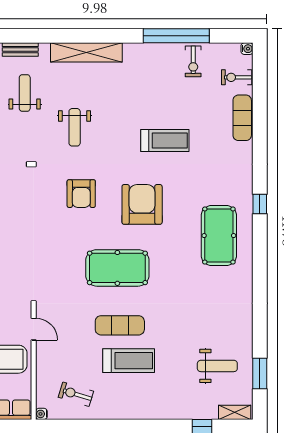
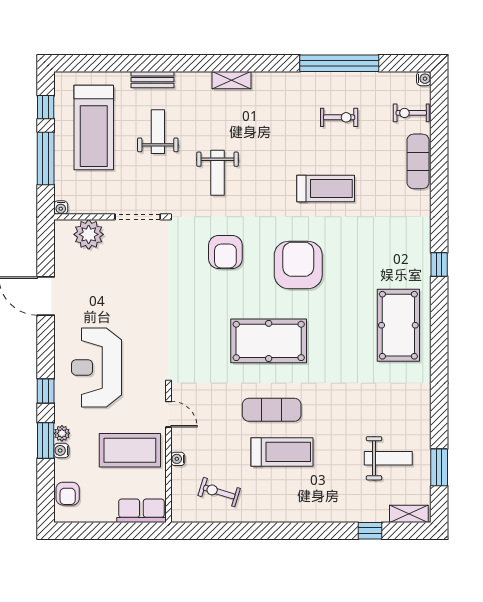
shelving: (86, 52) -> (232, 80), width x0.45, depth x0.75
exercise bike: (193, 61) -> (339, 117), moved, turned -90
pool table: (219, 236) -> (398, 325), moved
water cooler: (41, 414) -> (178, 459), moved

